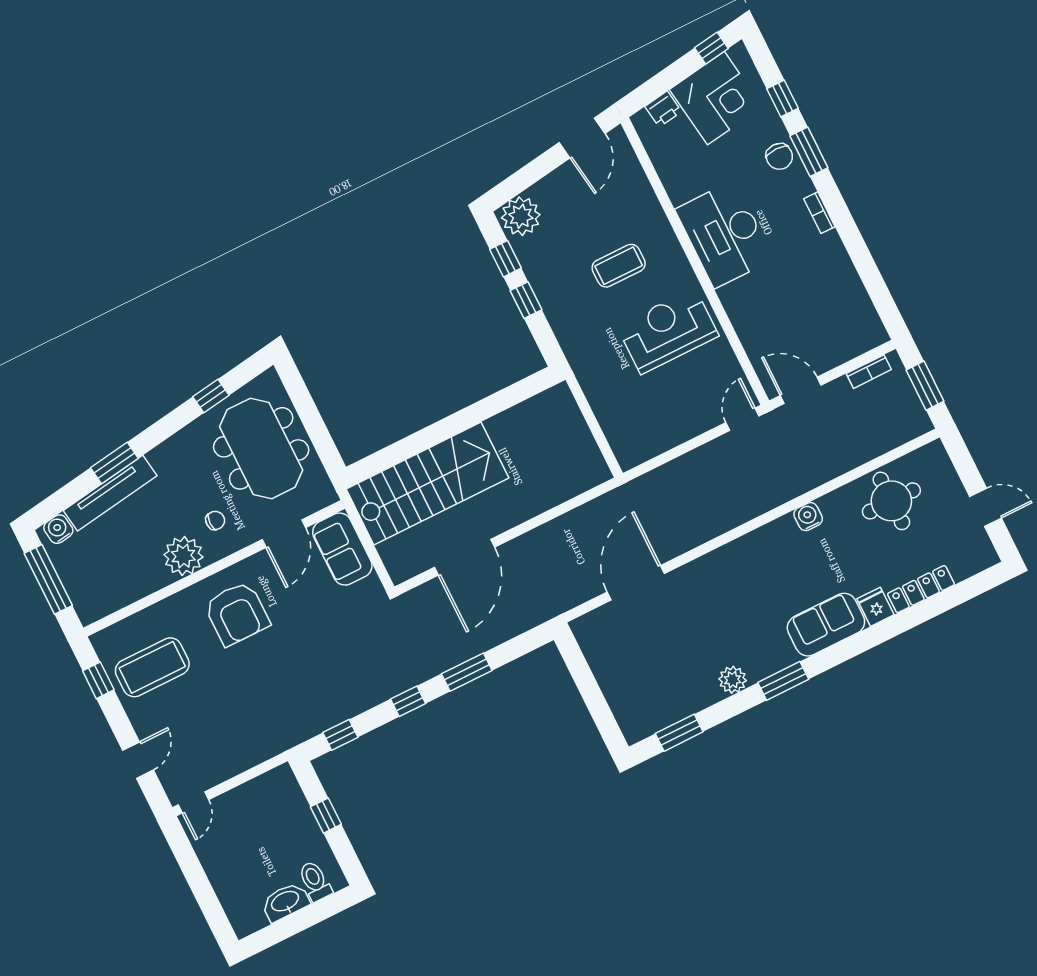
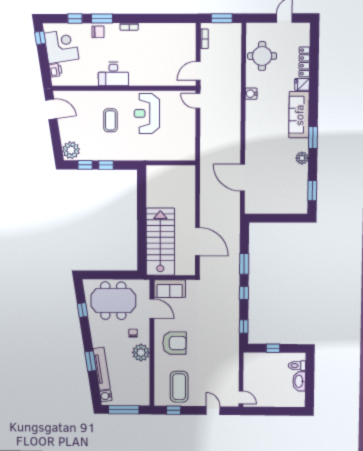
desk: (724, 234) -> (113, 74), width x0.73, depth x0.77
sofa: (826, 625) -> (299, 115), width x1.36

